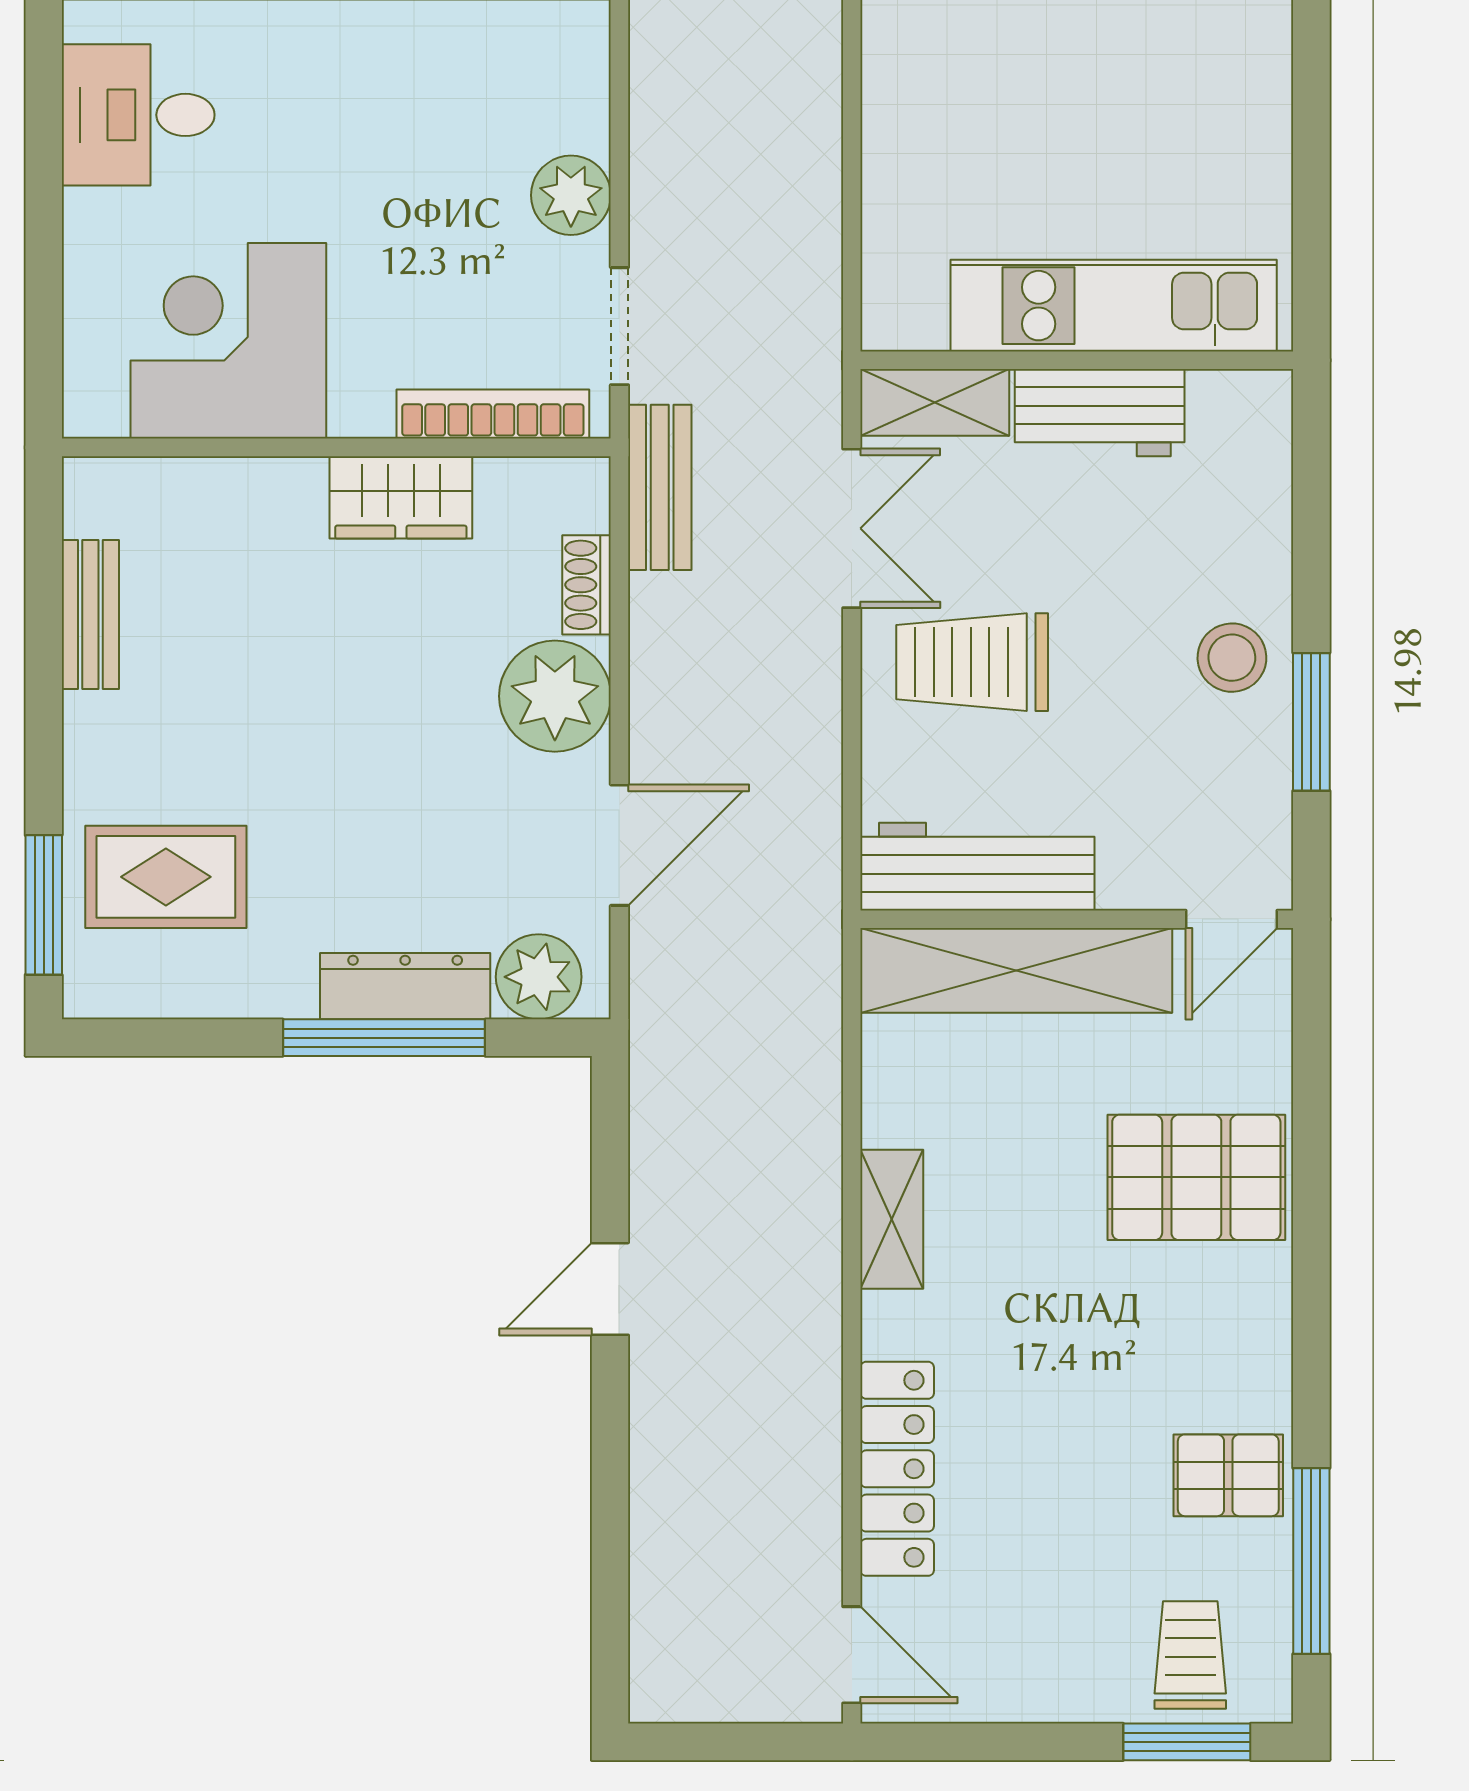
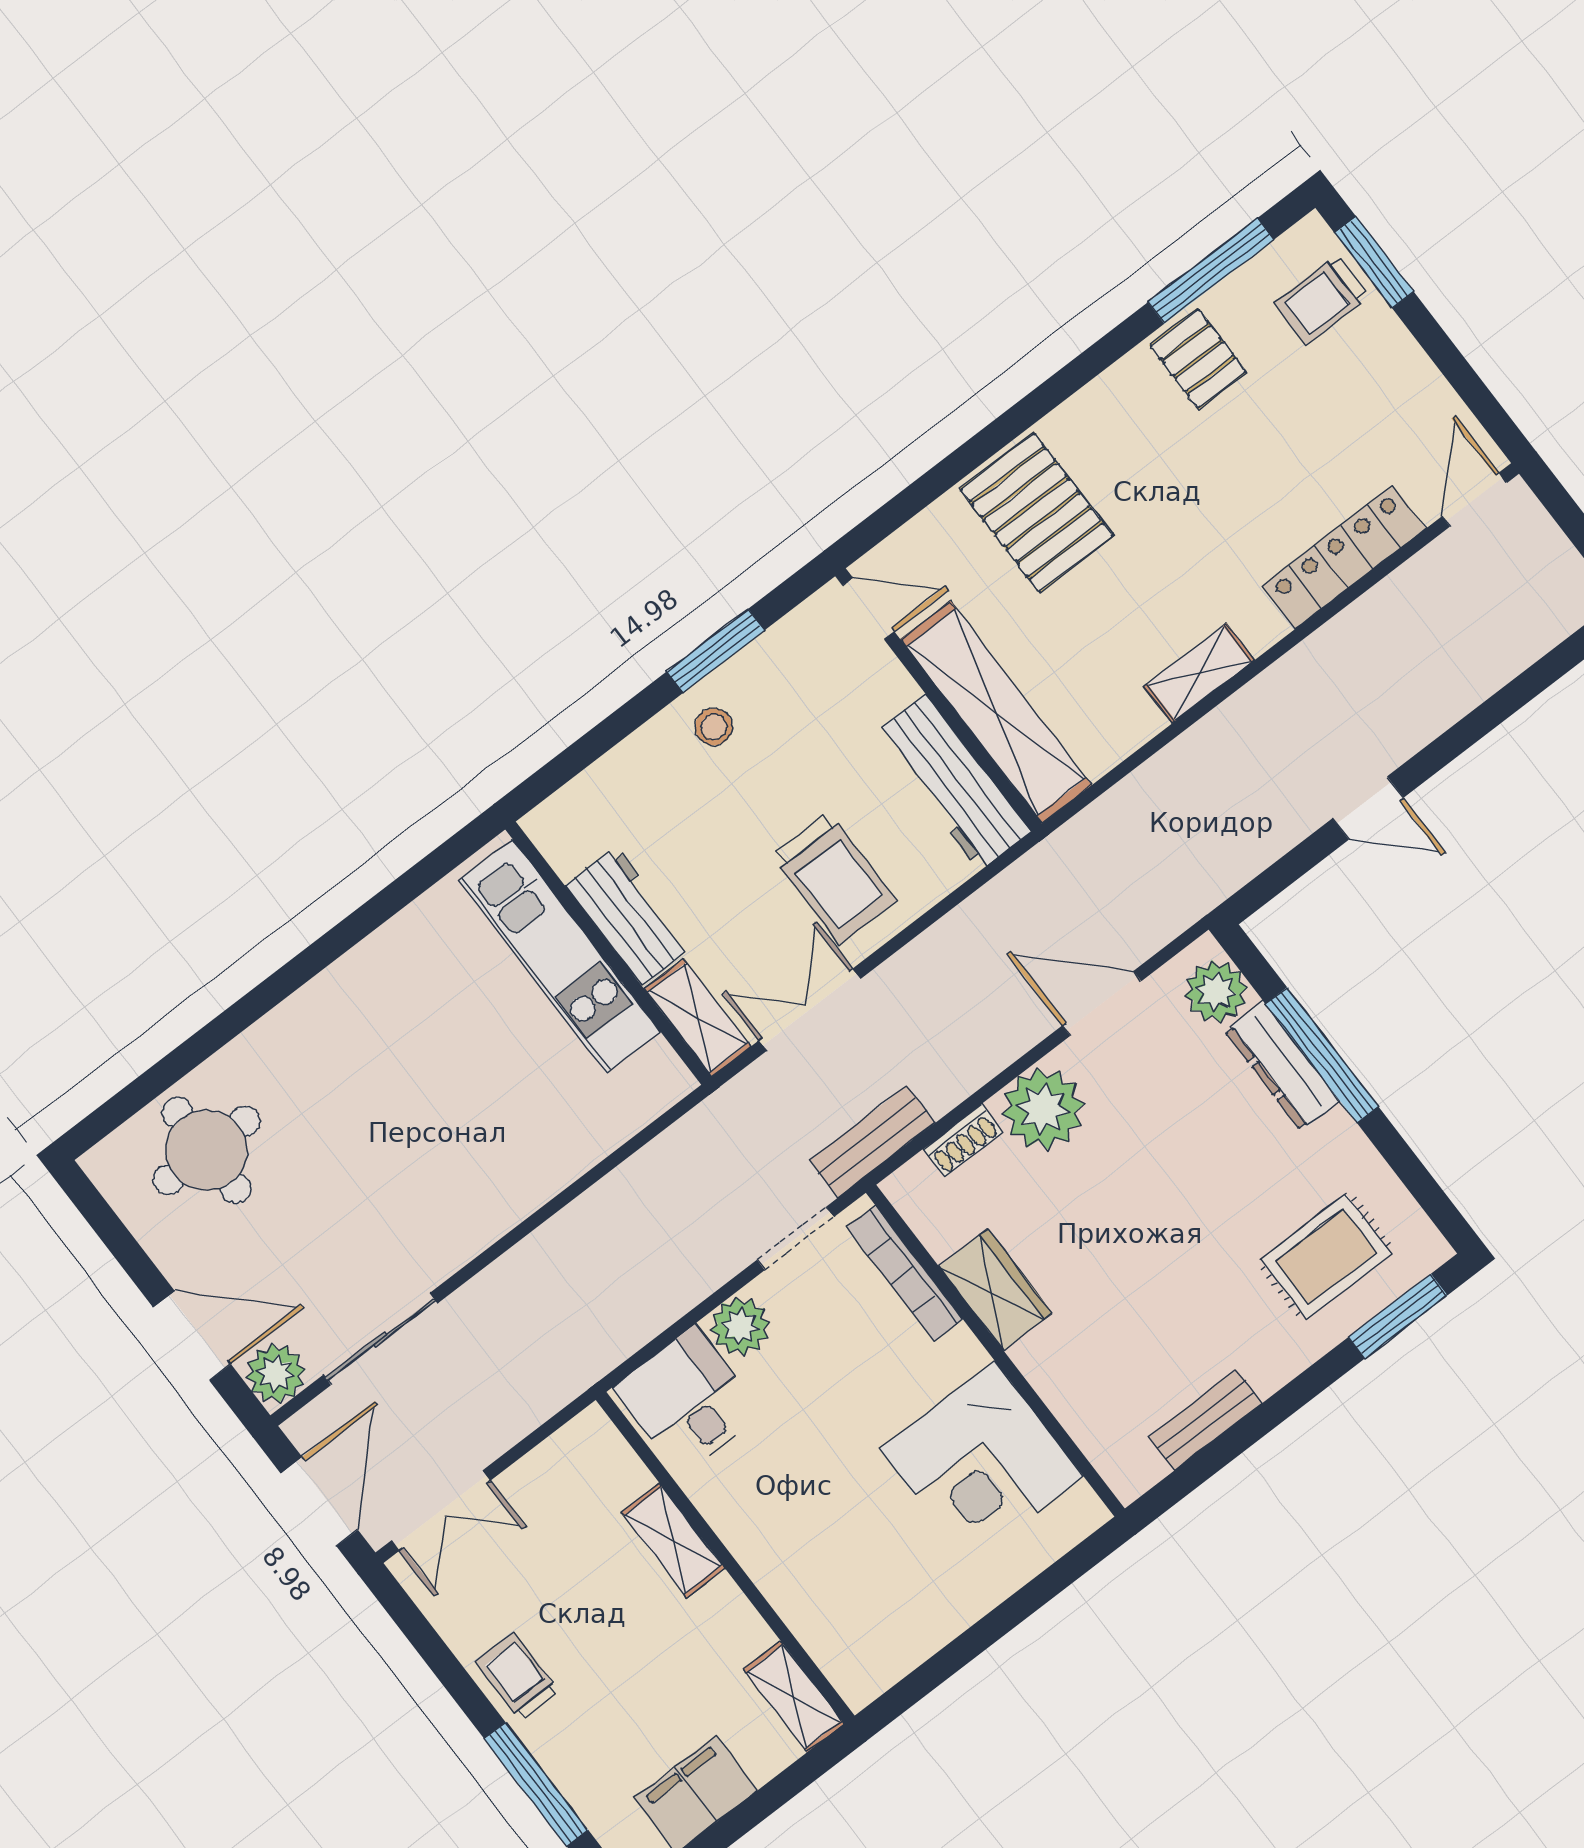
desk: (138, 115) -> (688, 1401), moved, turned 180
stool: (1232, 658) -> (714, 727), width x0.73, depth x0.73
rug: (166, 877) -> (1326, 1257), turned 90

